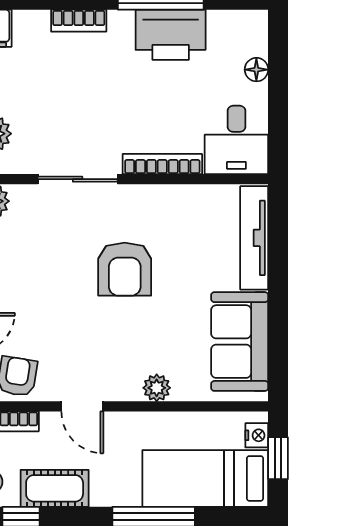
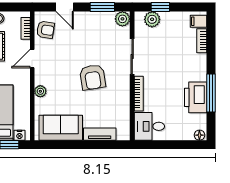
bookcase: (79, 21) -> (202, 41), moved
floor lamp: (256, 70) -> (199, 135), moved
tv unit: (254, 238) -> (100, 134), width x0.71
armchair: (125, 269) -> (93, 77), turned -99

